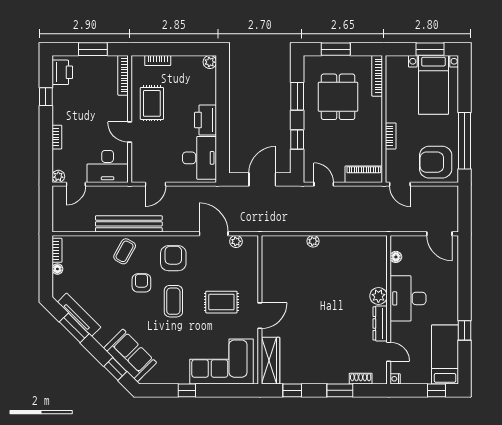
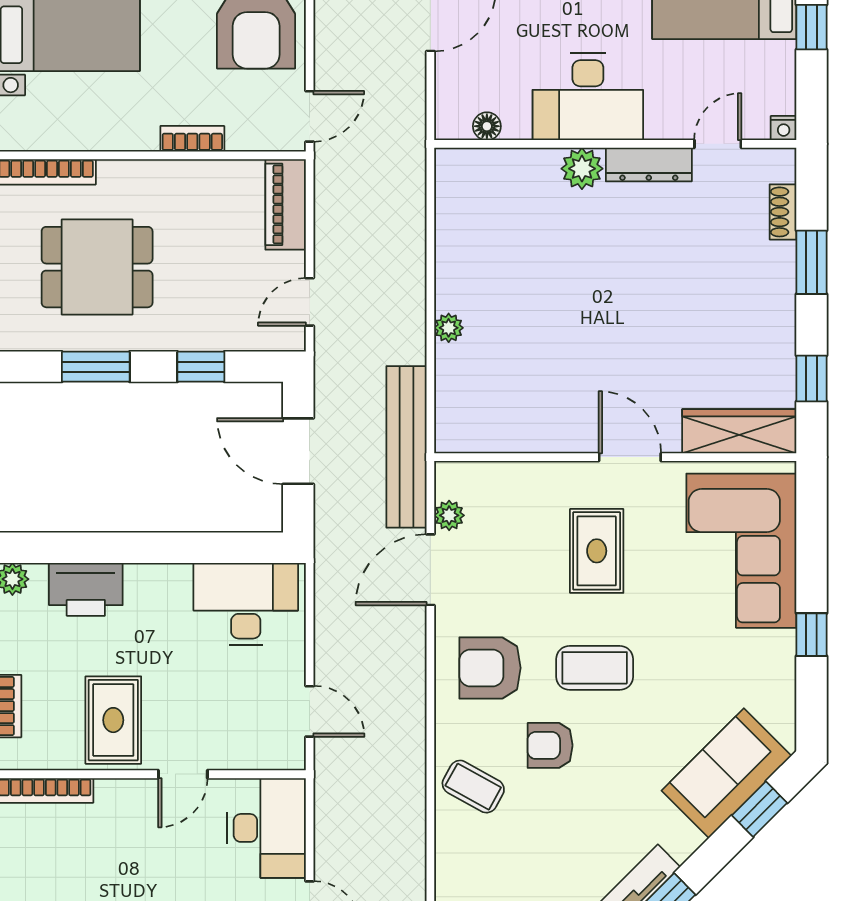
rug: (152, 103) -> (113, 720), turned 90
printer: (206, 120) -> (86, 589), moved
bench: (129, 224) -> (406, 447), moved

